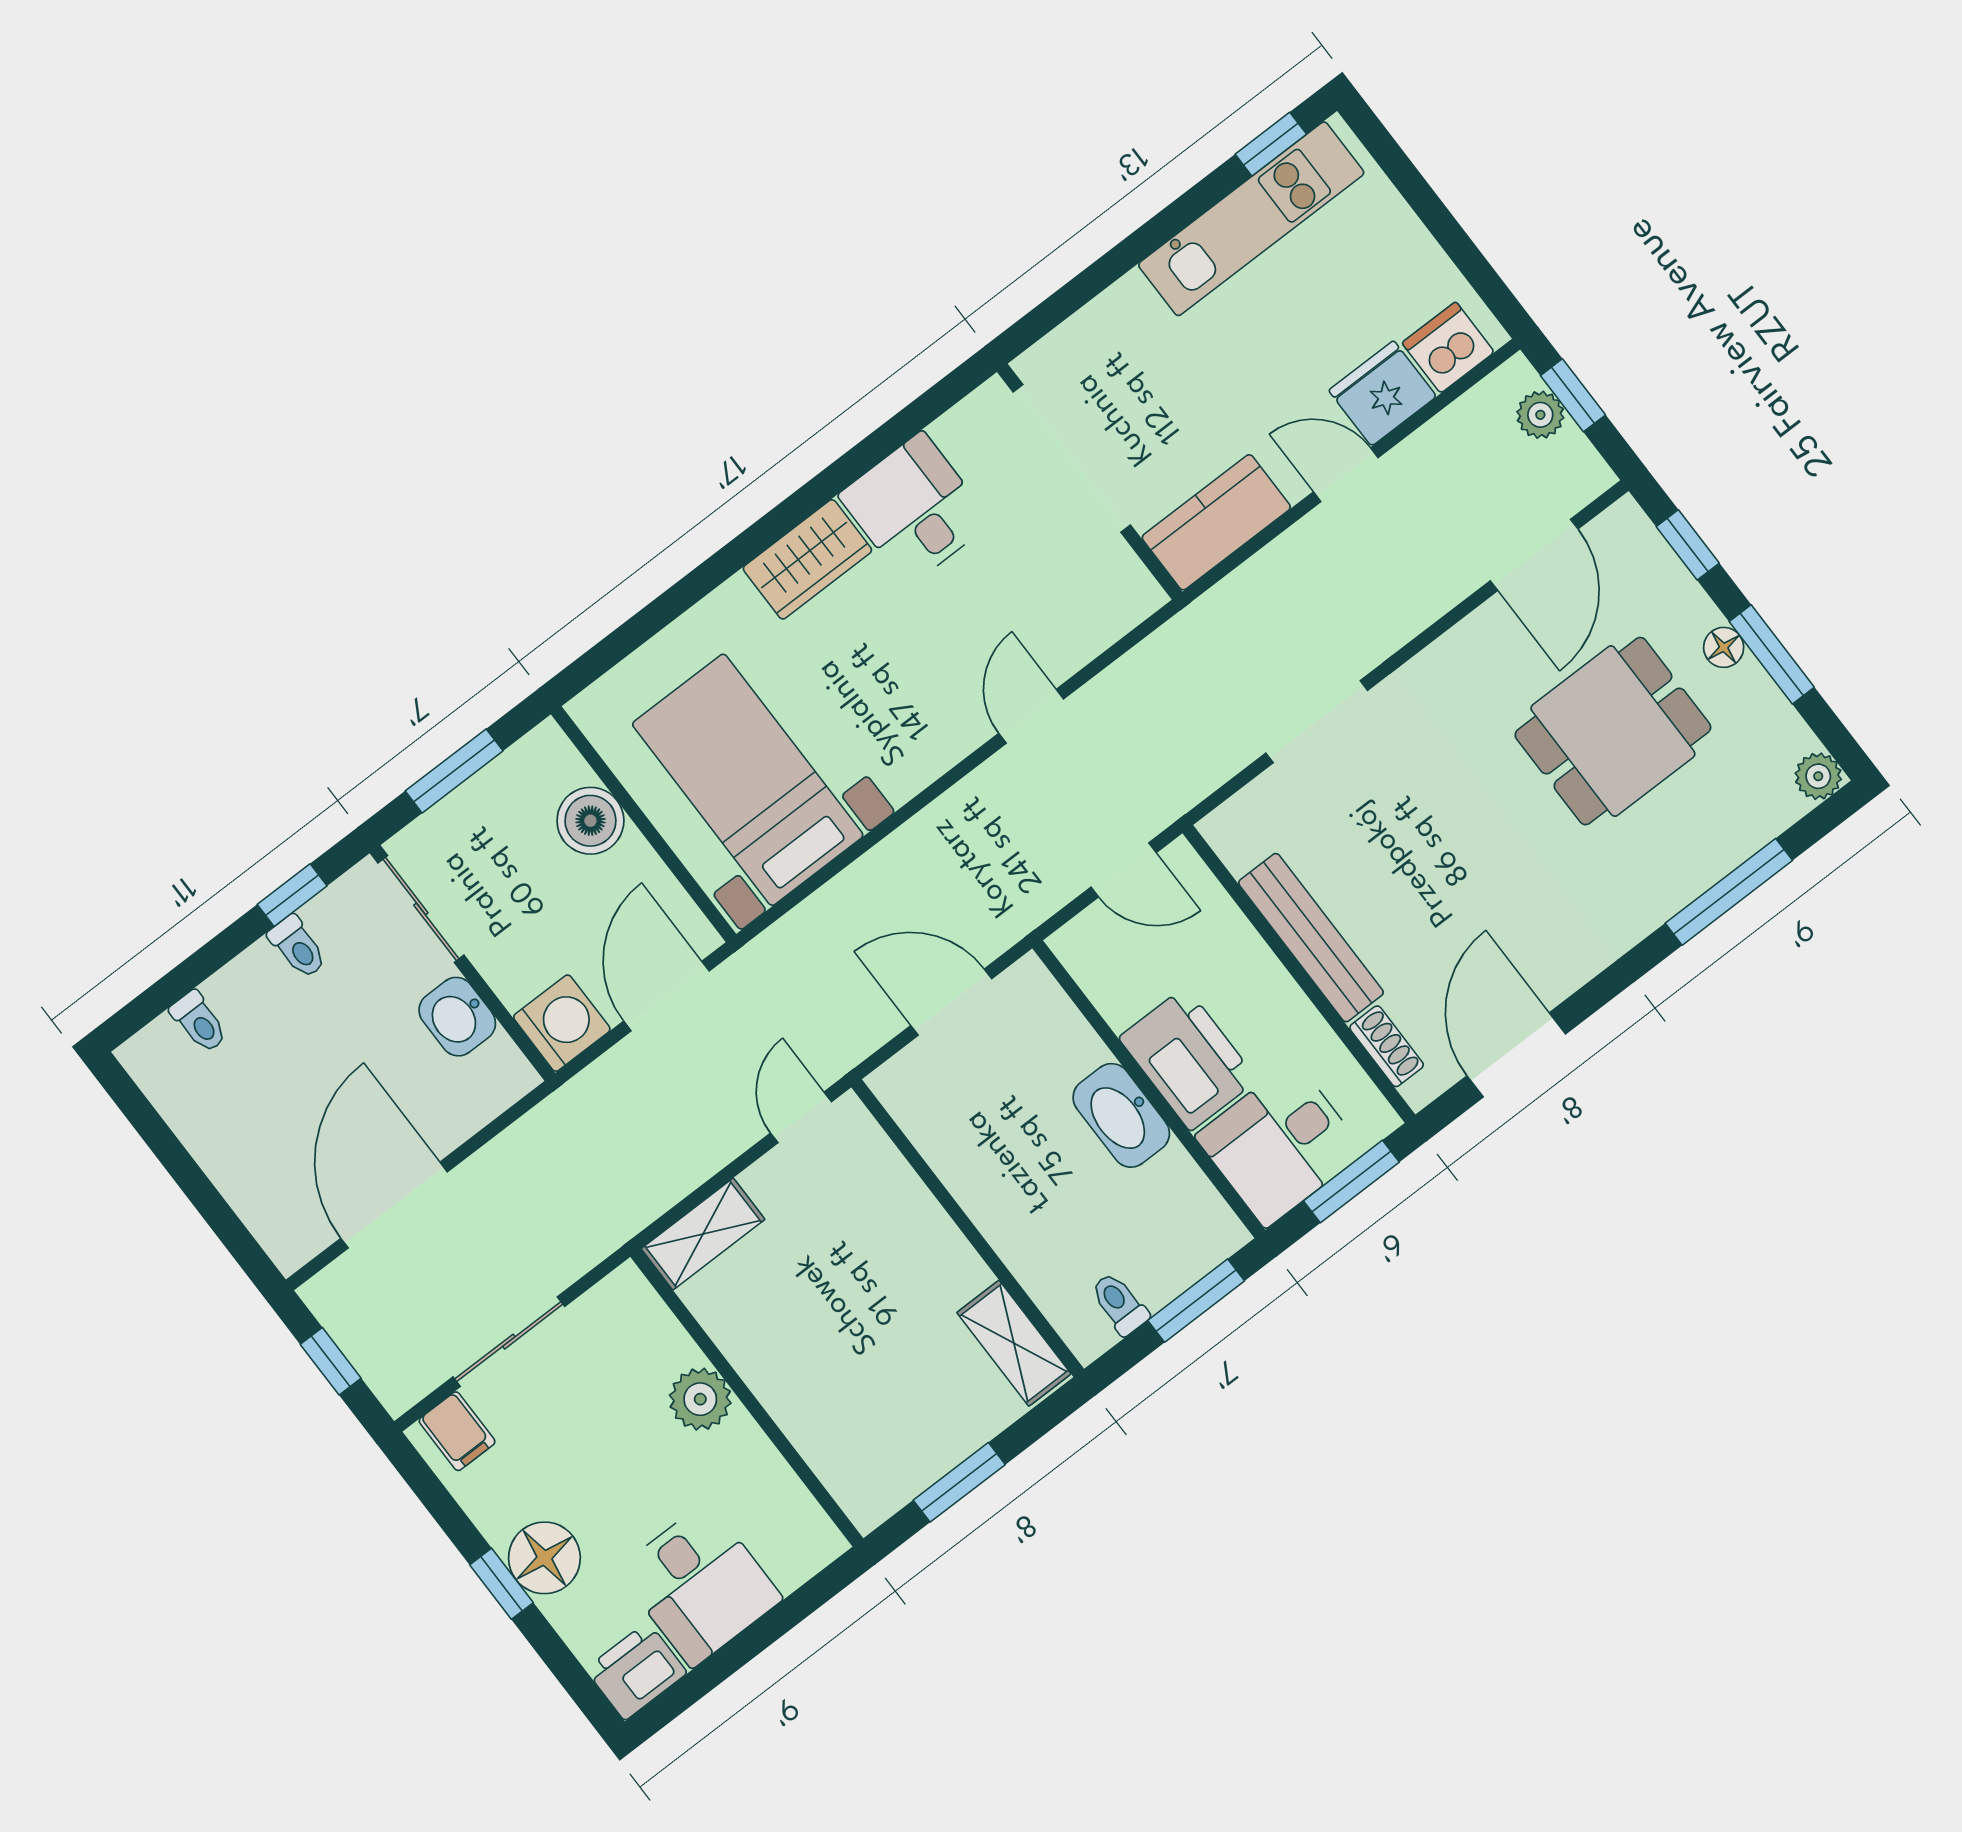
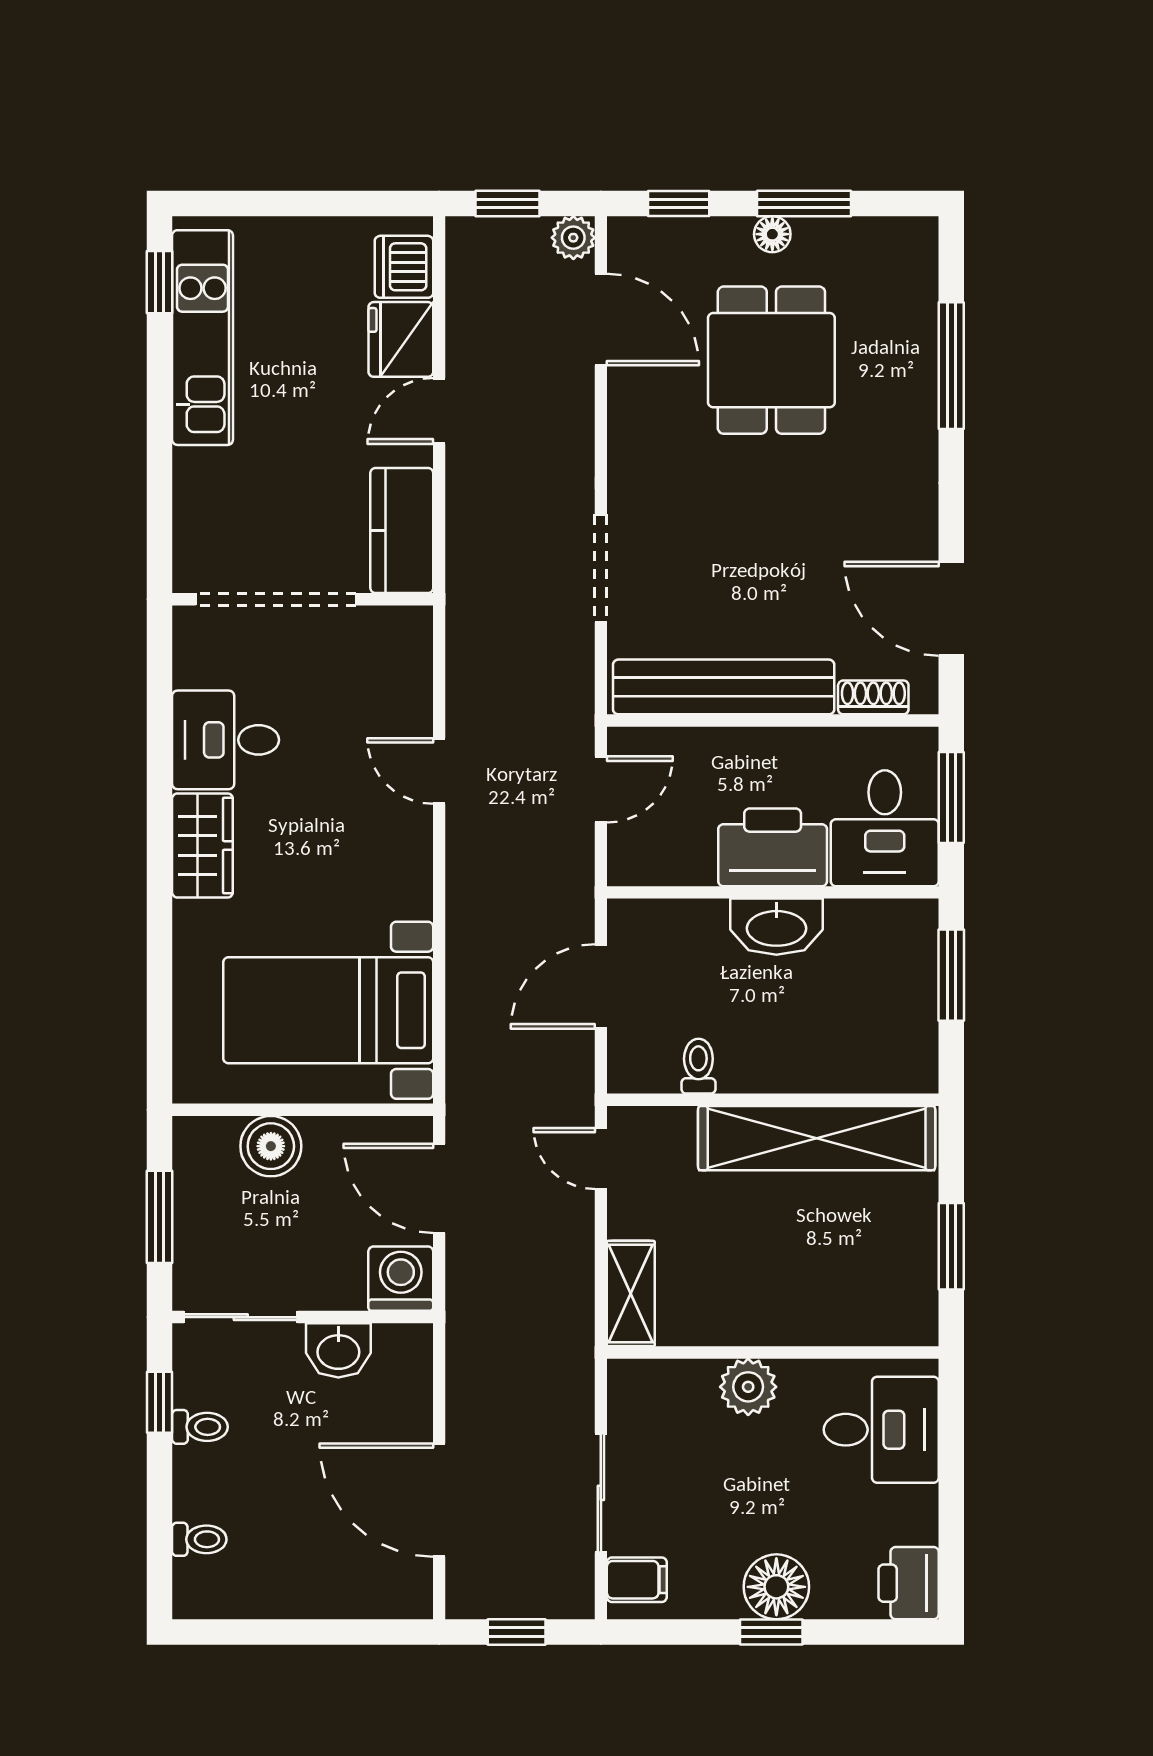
plant: (1540, 415) -> (573, 238), moved
plant: (1818, 776) -> (917, 237), removed
bench: (1311, 938) -> (724, 687), width x1.37, depth x1.21
toilet: (1119, 1304) -> (698, 1066), moved, turned 90
shelving: (1014, 1343) -> (817, 1138), width x2.20, depth x1.33
desk: (700, 1584) -> (881, 1430), moved

